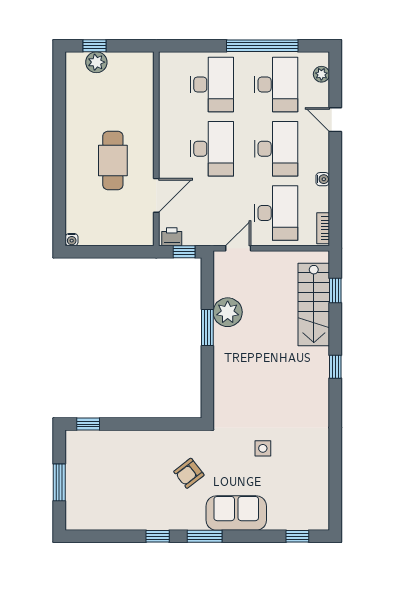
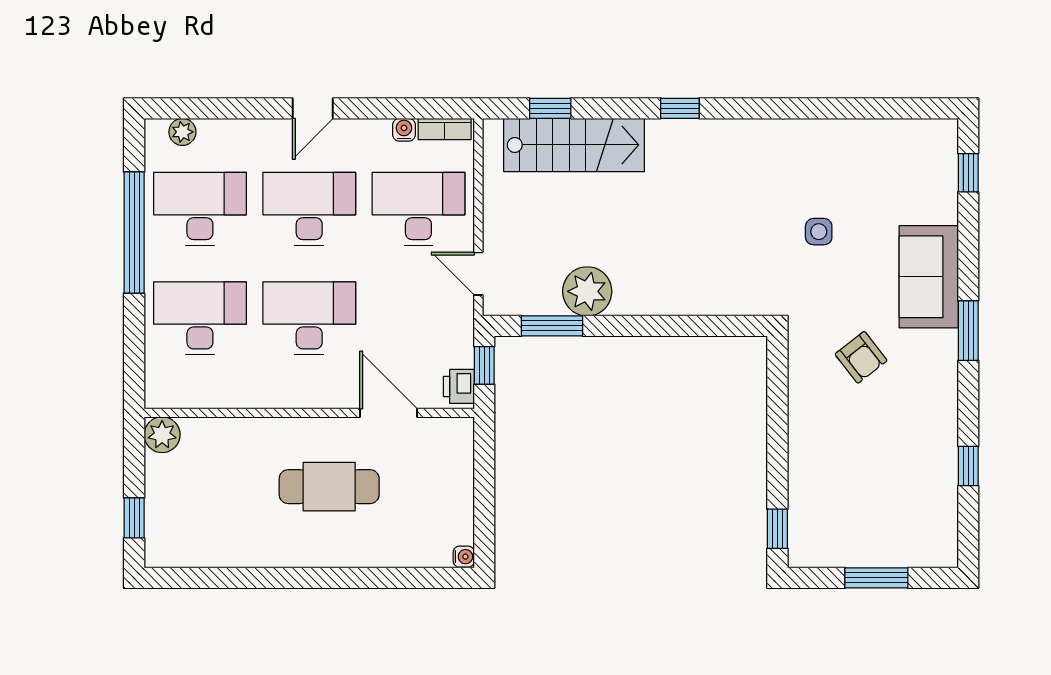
plant: (96, 62) -> (162, 435), moved
door: (335, 120) -> (313, 108), moved
water cooler: (323, 179) -> (404, 130), moved
window: (207, 327) -> (552, 326), moved
window: (158, 536) -> (968, 466), moved

